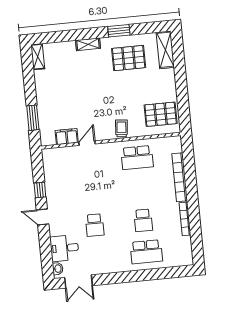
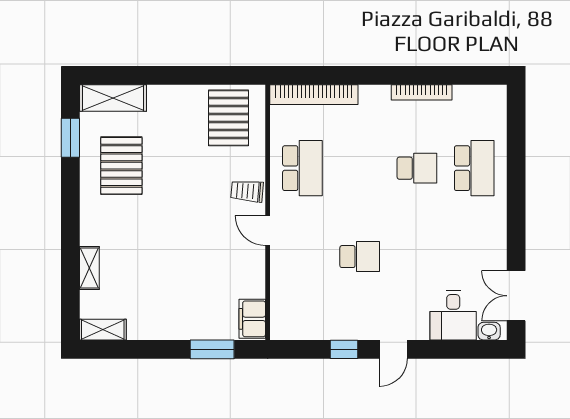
window: (119, 31) -> (70, 138), moved
shelving: (88, 44) -> (89, 268), moved
filing cabinet: (67, 137) -> (252, 319), moved
door: (87, 143) -> (268, 231), moved
bookcase: (180, 177) -> (314, 95), moved
school desk: (95, 225) -> (360, 257), moved
double door: (79, 282) -> (516, 296), swing flipped

